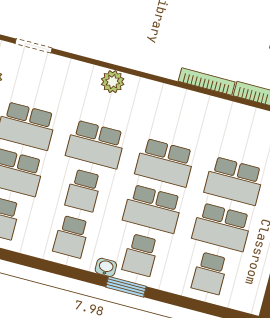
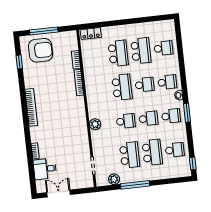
school desk: (96, 144) -> (126, 121), width x0.54
school desk: (153, 209) -> (145, 85), width x0.54
window: (126, 287) -> (187, 113), moved

